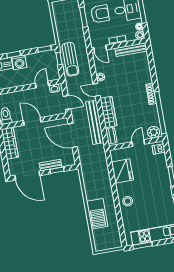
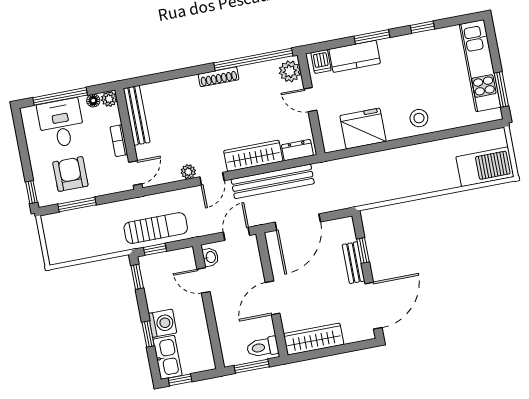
kitchen counter: (161, 167) -> (355, 56), added
barbecue: (97, 214) -> (485, 167), moved

